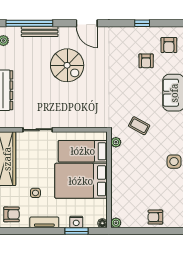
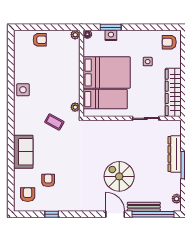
door: (87, 23) -> (115, 214), moved
tv unit: (44, 222) -> (140, 35), removed

